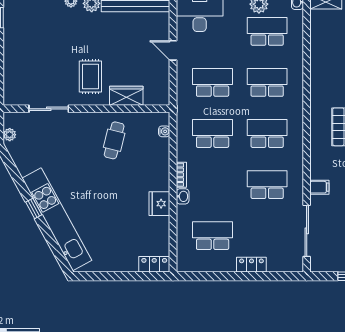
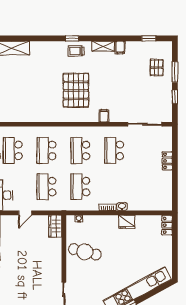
rug: (90, 77) -> (43, 268), removed
wardrobe: (126, 96) -> (55, 226), moved
cafe table: (114, 140) -> (85, 252), width x1.37, depth x1.35
filing cabinet: (319, 187) -> (104, 116), moved
school desk: (213, 236) -> (148, 187), removed

